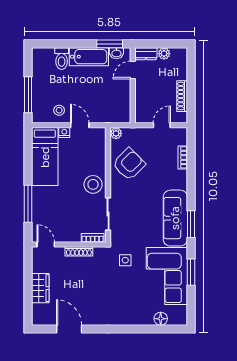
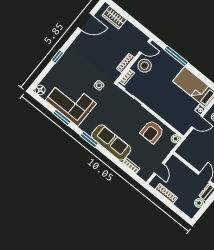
armchair: (129, 164) -> (152, 132), turned 45
stool: (93, 184) -> (145, 66), moved
sofa: (175, 218) -> (111, 143), moved
wardrobe: (40, 288) -> (114, 17), moved
floor lamp: (161, 319) -> (40, 90), moved
window: (130, 329) -> (58, 56), added

